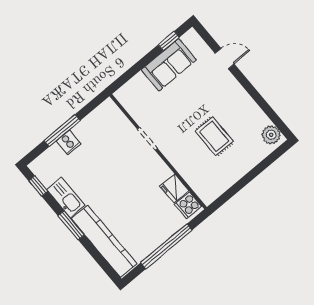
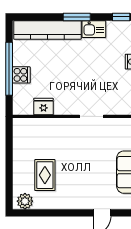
rug: (214, 136) -> (45, 175), moved, turned 90
kitchen sink: (66, 197) -> (94, 29), width x0.73
cooker: (188, 205) -> (21, 75), moved, turned 90

